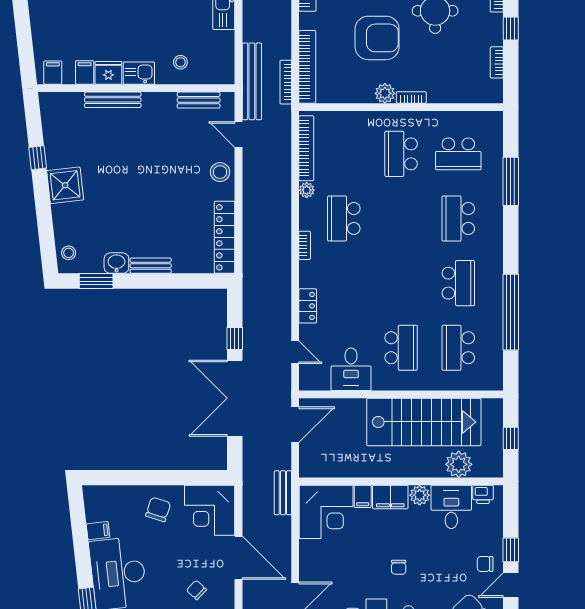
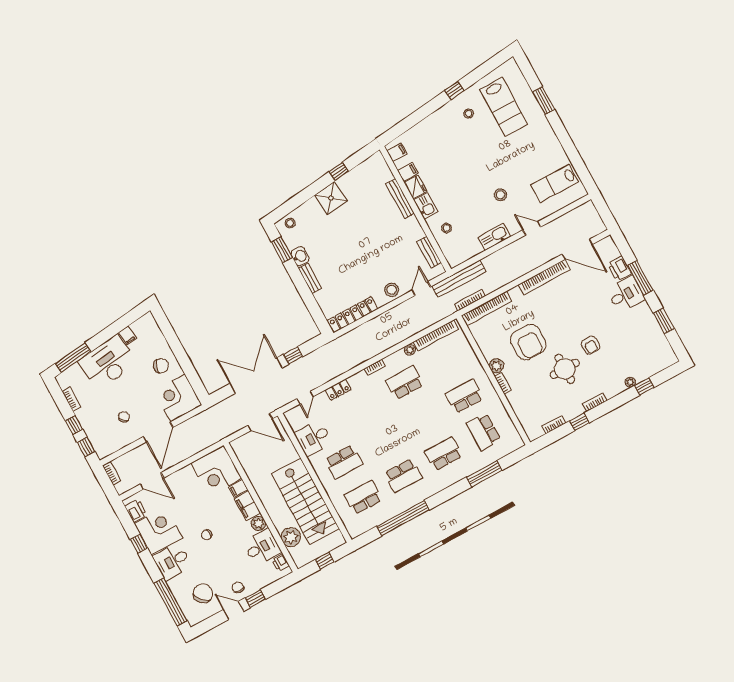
bench: (283, 493) -> (214, 438), removed

